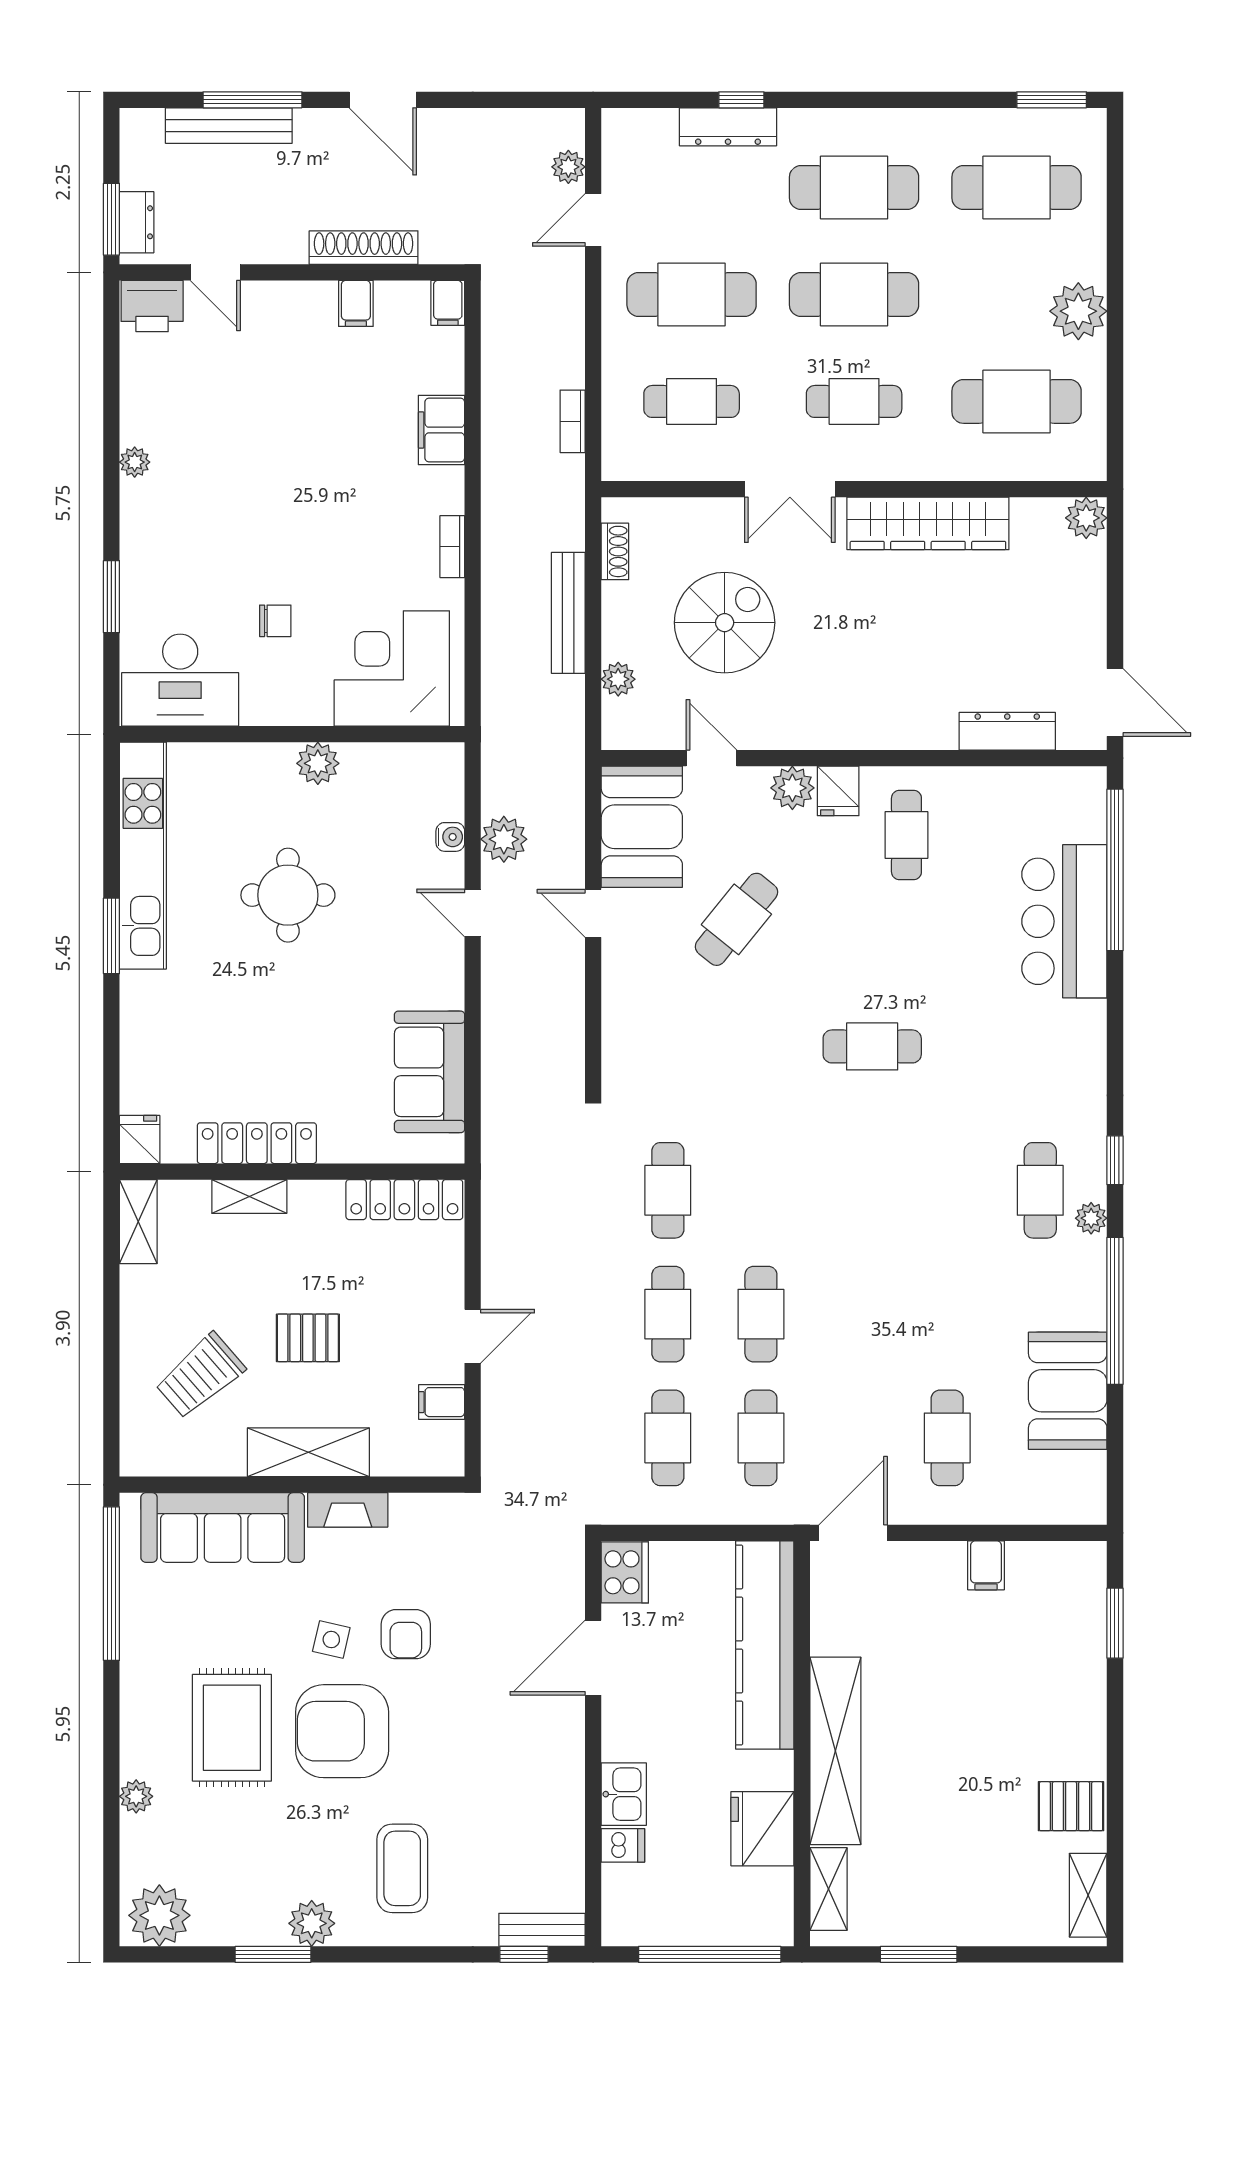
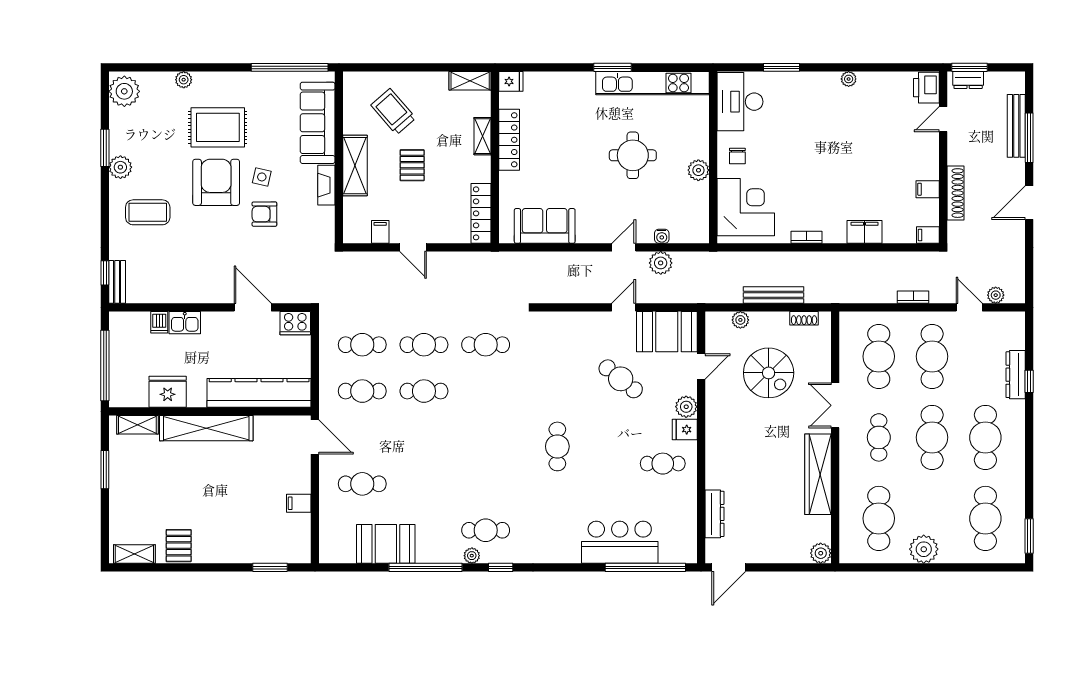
cafe table: (692, 401) -> (879, 356), width x1.37, depth x1.35
bookcase: (573, 421) -> (913, 297), moved
chair: (275, 621) -> (737, 156), moved

